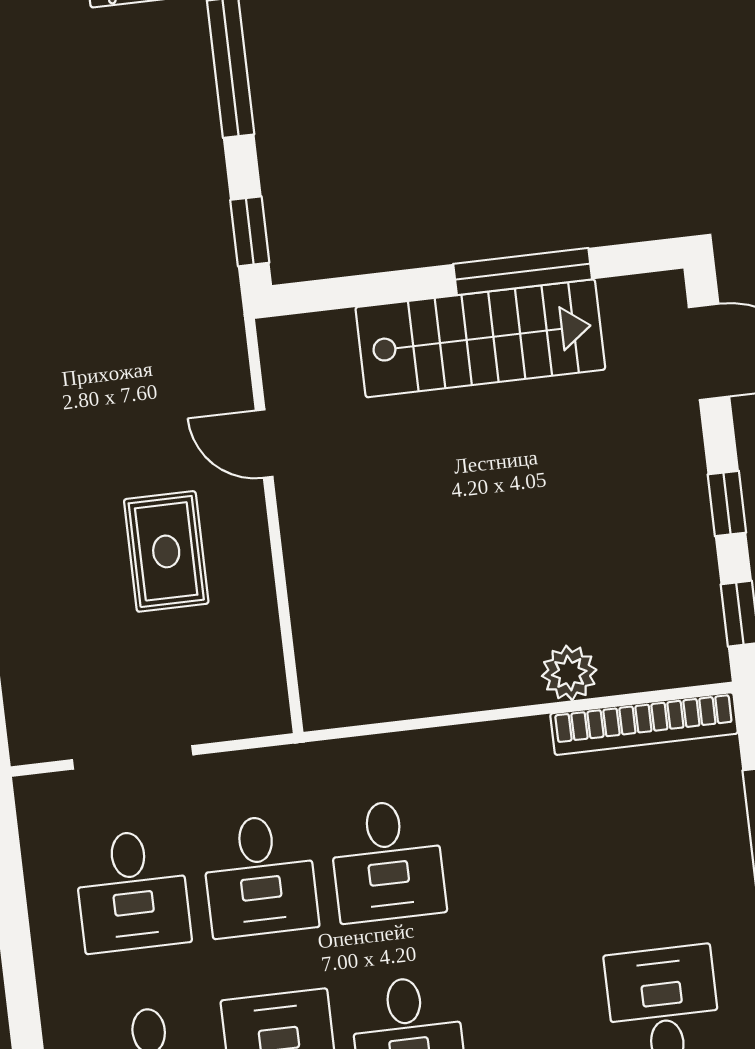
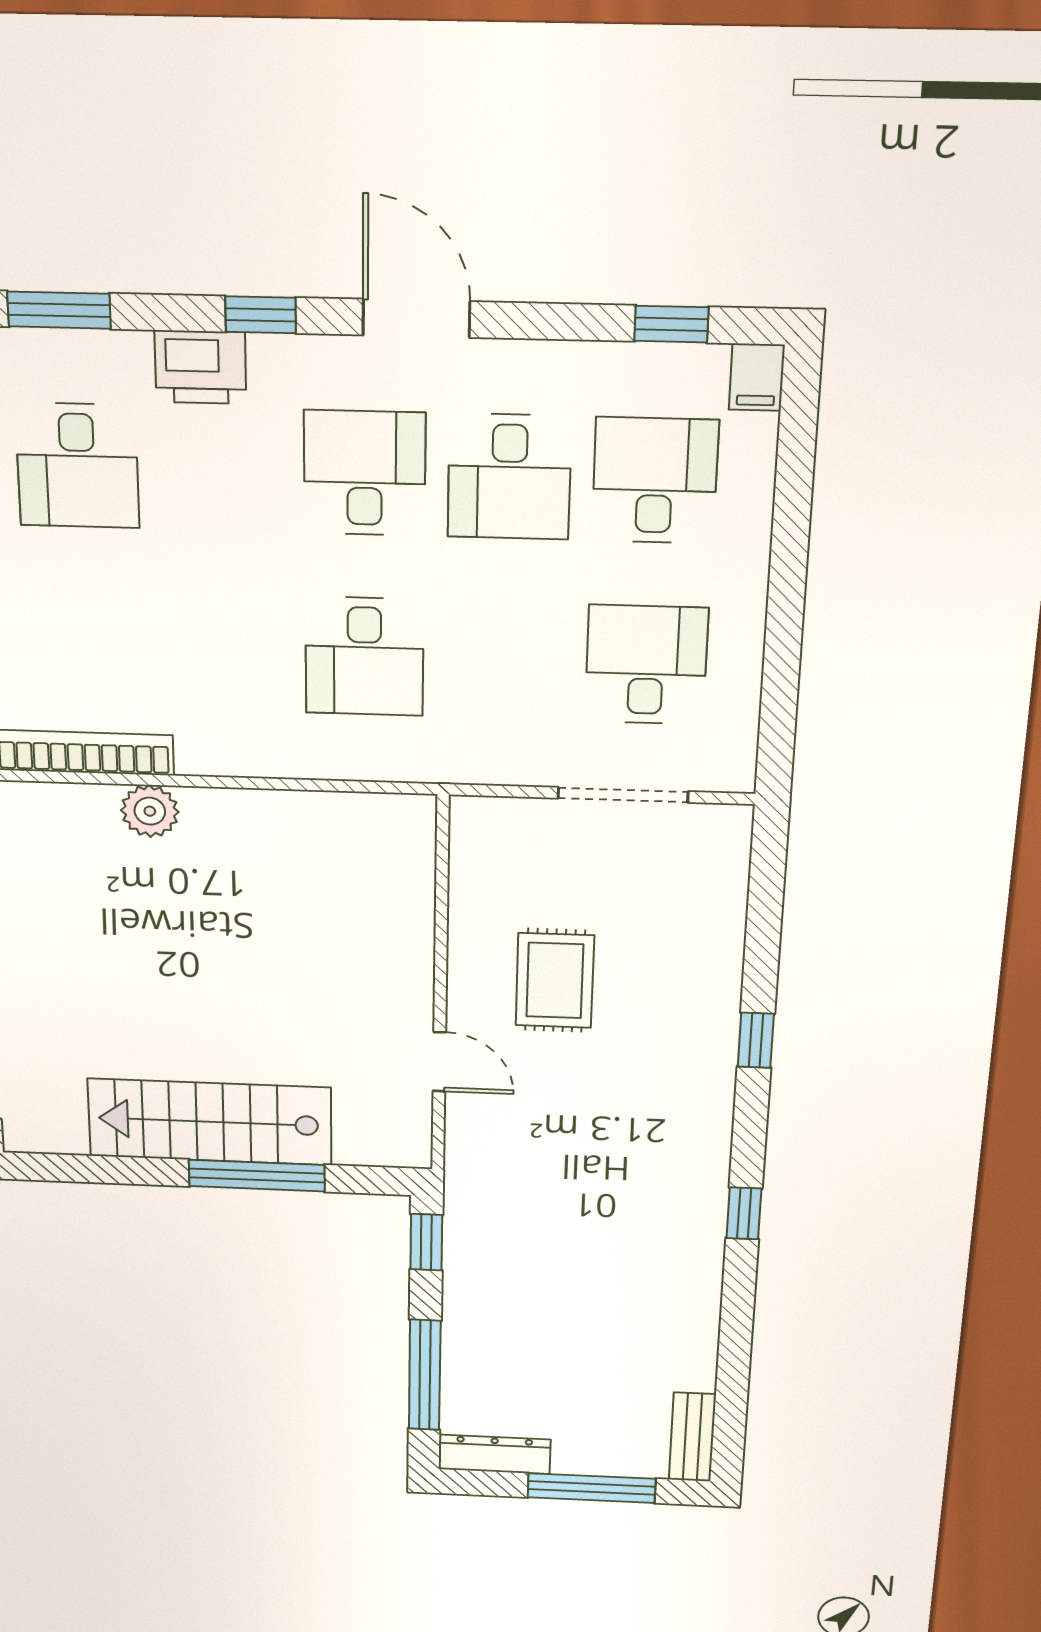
window: (523, 272) -> (257, 1176), moved
desk: (387, 861) -> (364, 656), turned 180
desk: (260, 876) -> (505, 661), removed

